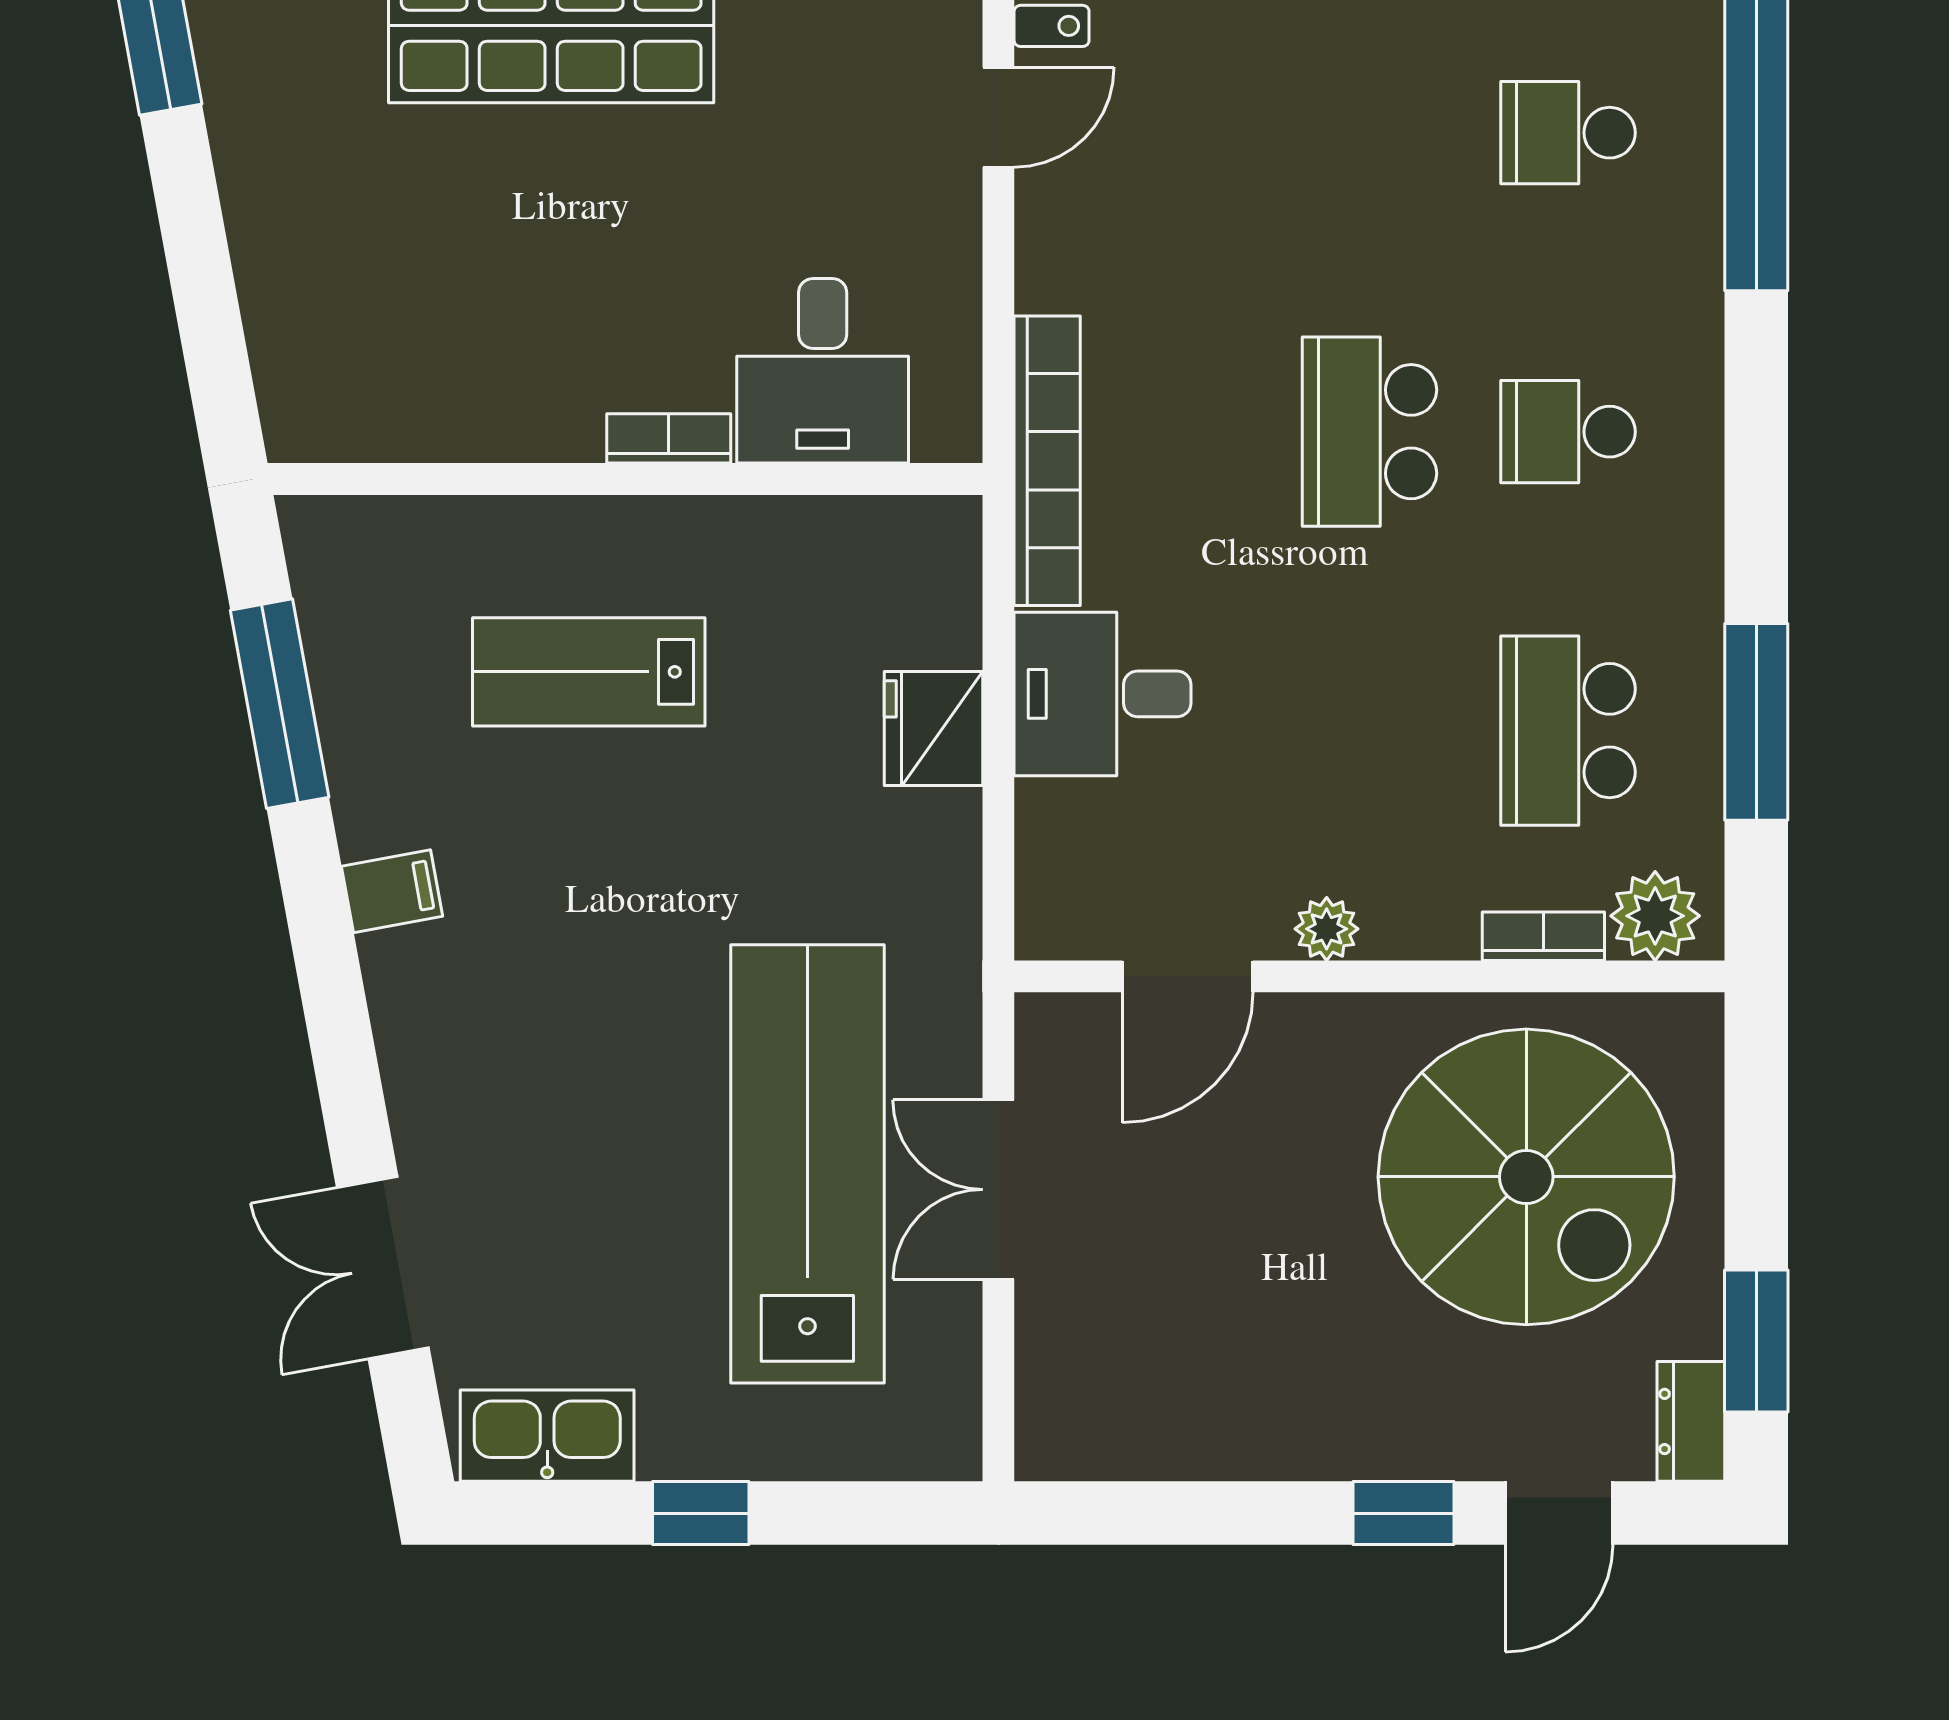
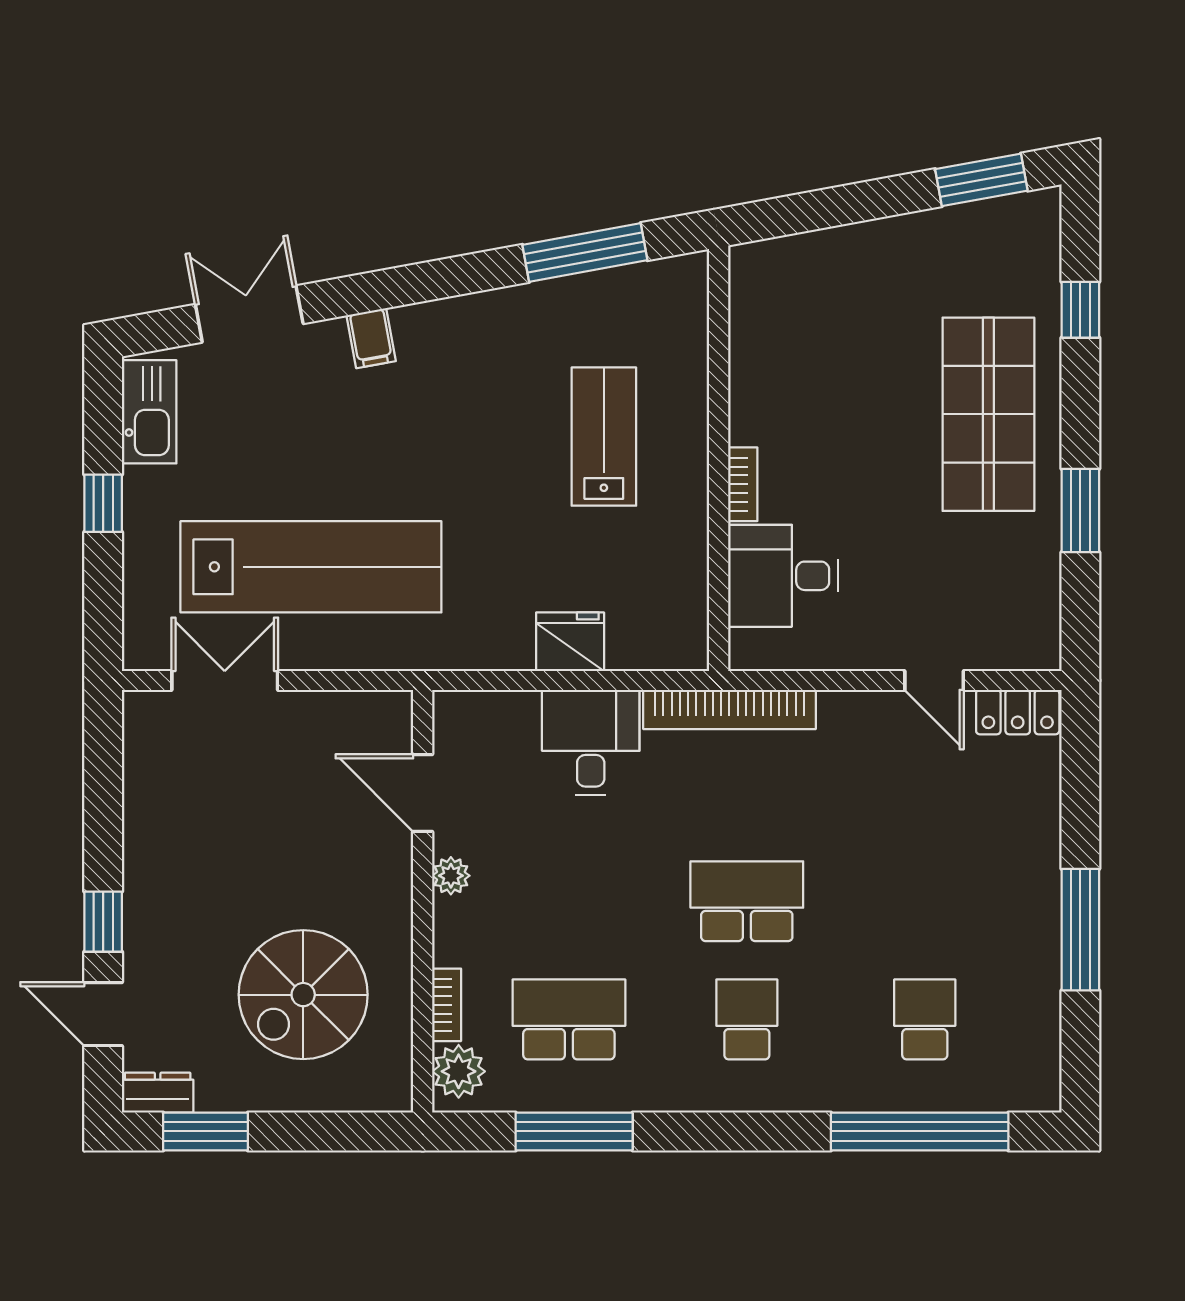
filing cabinet: (392, 891) -> (371, 338), moved
spiral stairs: (1526, 1177) -> (303, 995), width x0.73, depth x0.73
double door: (998, 1190) -> (225, 680), moved

